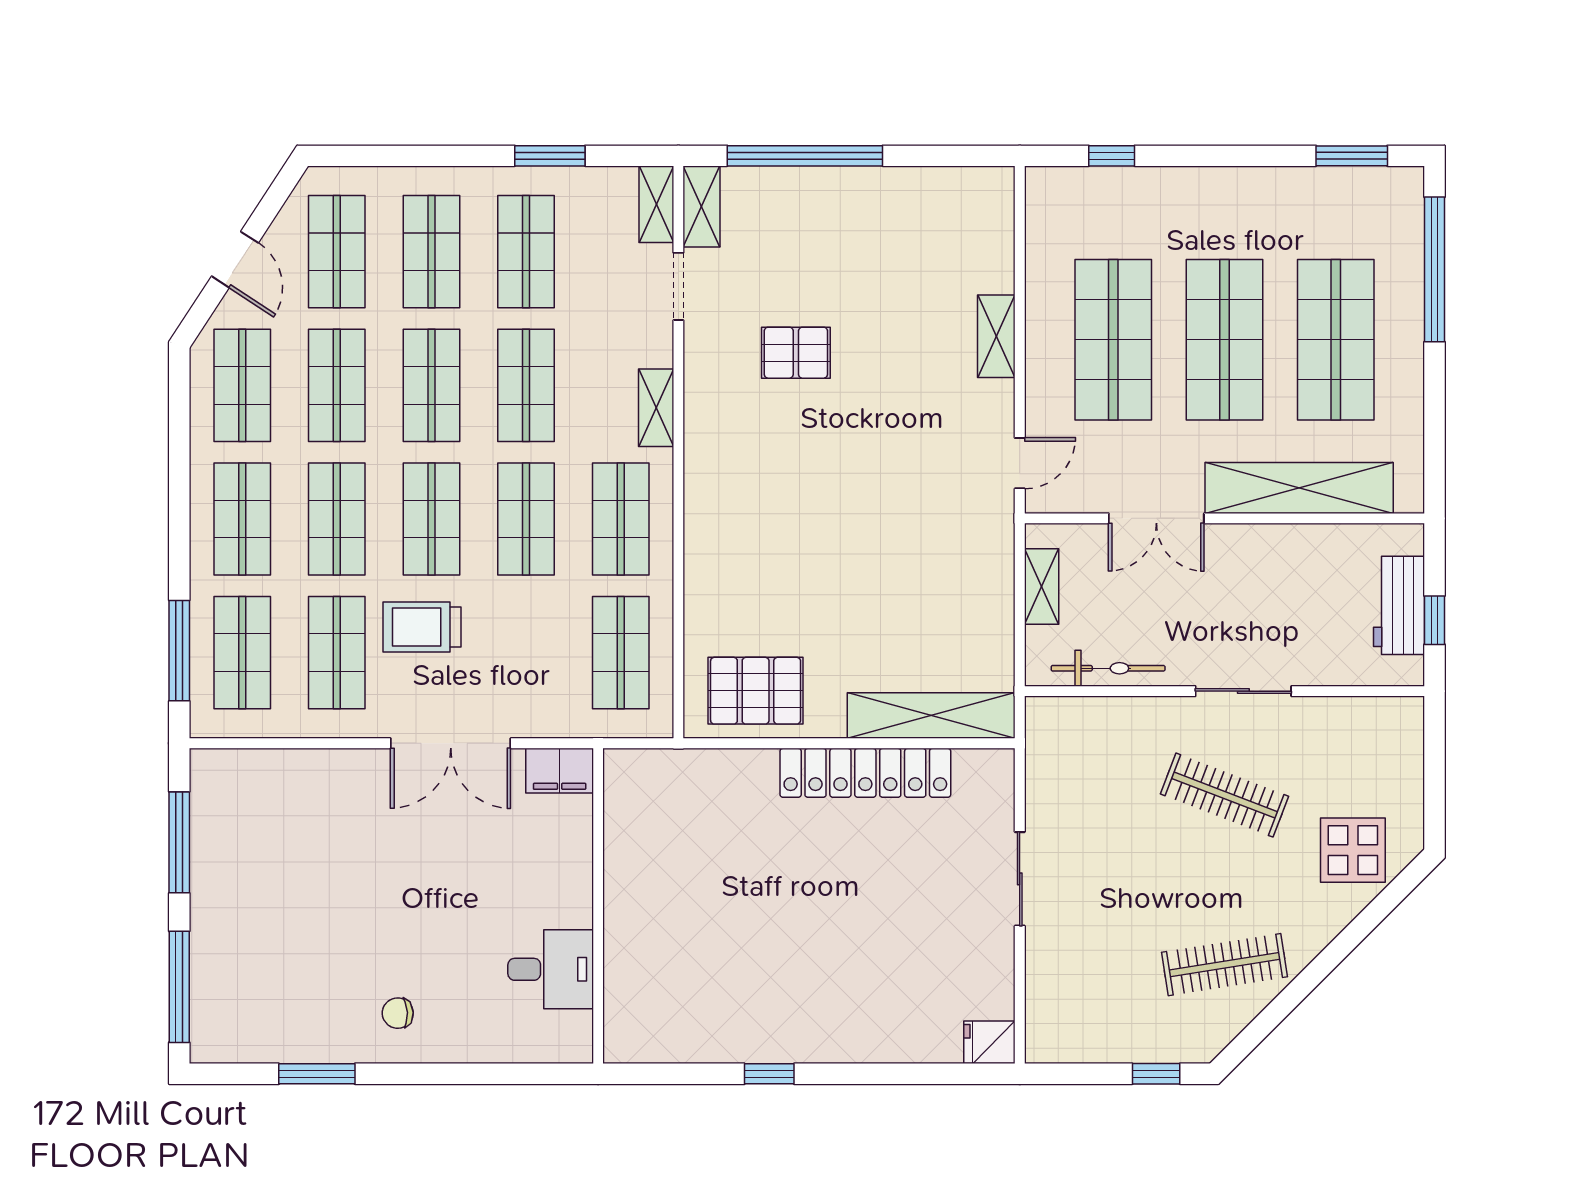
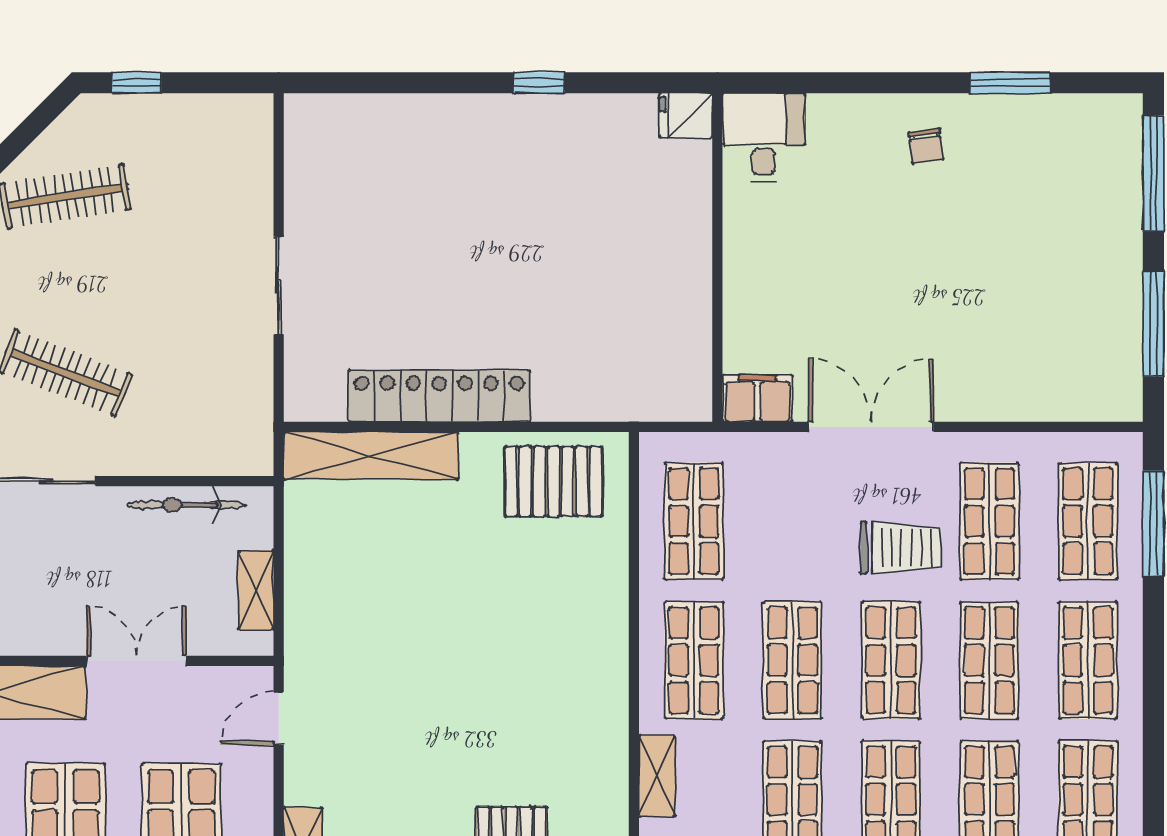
desk: (551, 969) -> (764, 138), moved, turned 90
chair: (398, 1013) -> (926, 146), turned 86
fridge: (989, 1042) -> (686, 116), moved, turned 180

